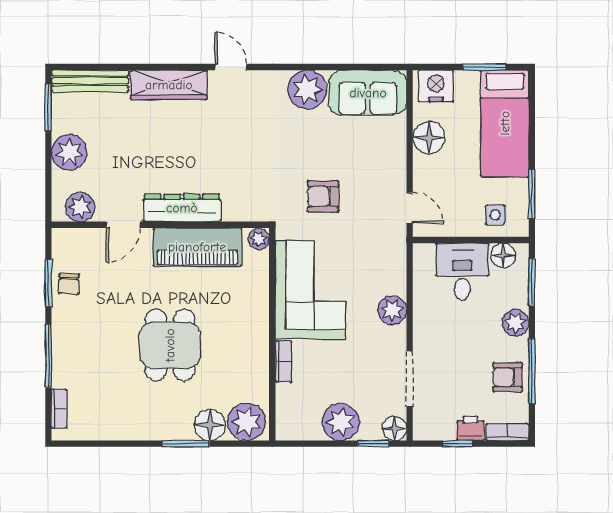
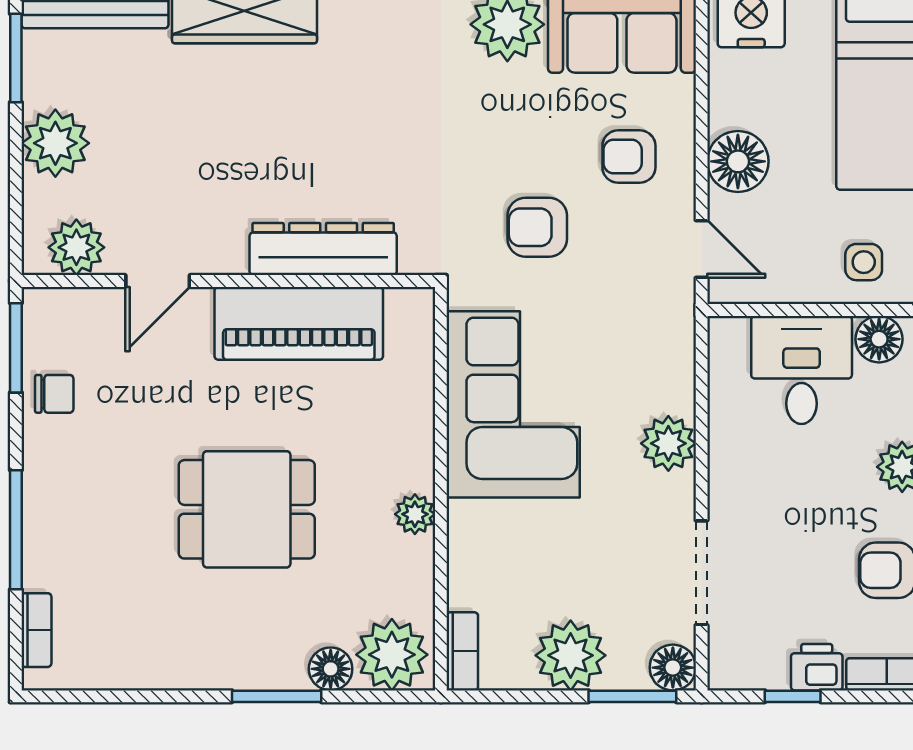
floor lamp: (429, 138) -> (738, 161), moved
armchair: (371, 159) -> (629, 157), added
dresser: (182, 208) -> (323, 249), moved
plant: (259, 239) -> (415, 514), moved
window: (48, 283) -> (16, 348), moved
chair: (69, 284) -> (54, 394), turned -92
dining table: (170, 345) -> (247, 509), turned 90
bookcase: (284, 362) -> (462, 651), moved
floor lamp: (210, 425) -> (331, 669), width x0.73, depth x0.73
window: (373, 444) -> (632, 696), width x1.50

